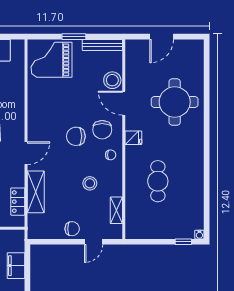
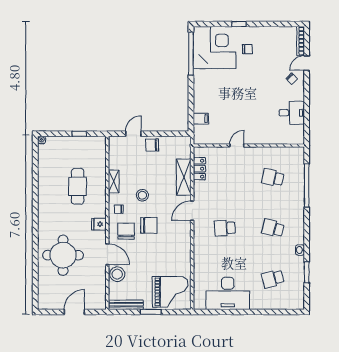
stool: (90, 183) -> (142, 195), moved
shelving: (116, 210) -> (114, 181), moved
window: (183, 242) -> (79, 134), moved
filing cabinet: (16, 266) -> (201, 119), width x0.50

